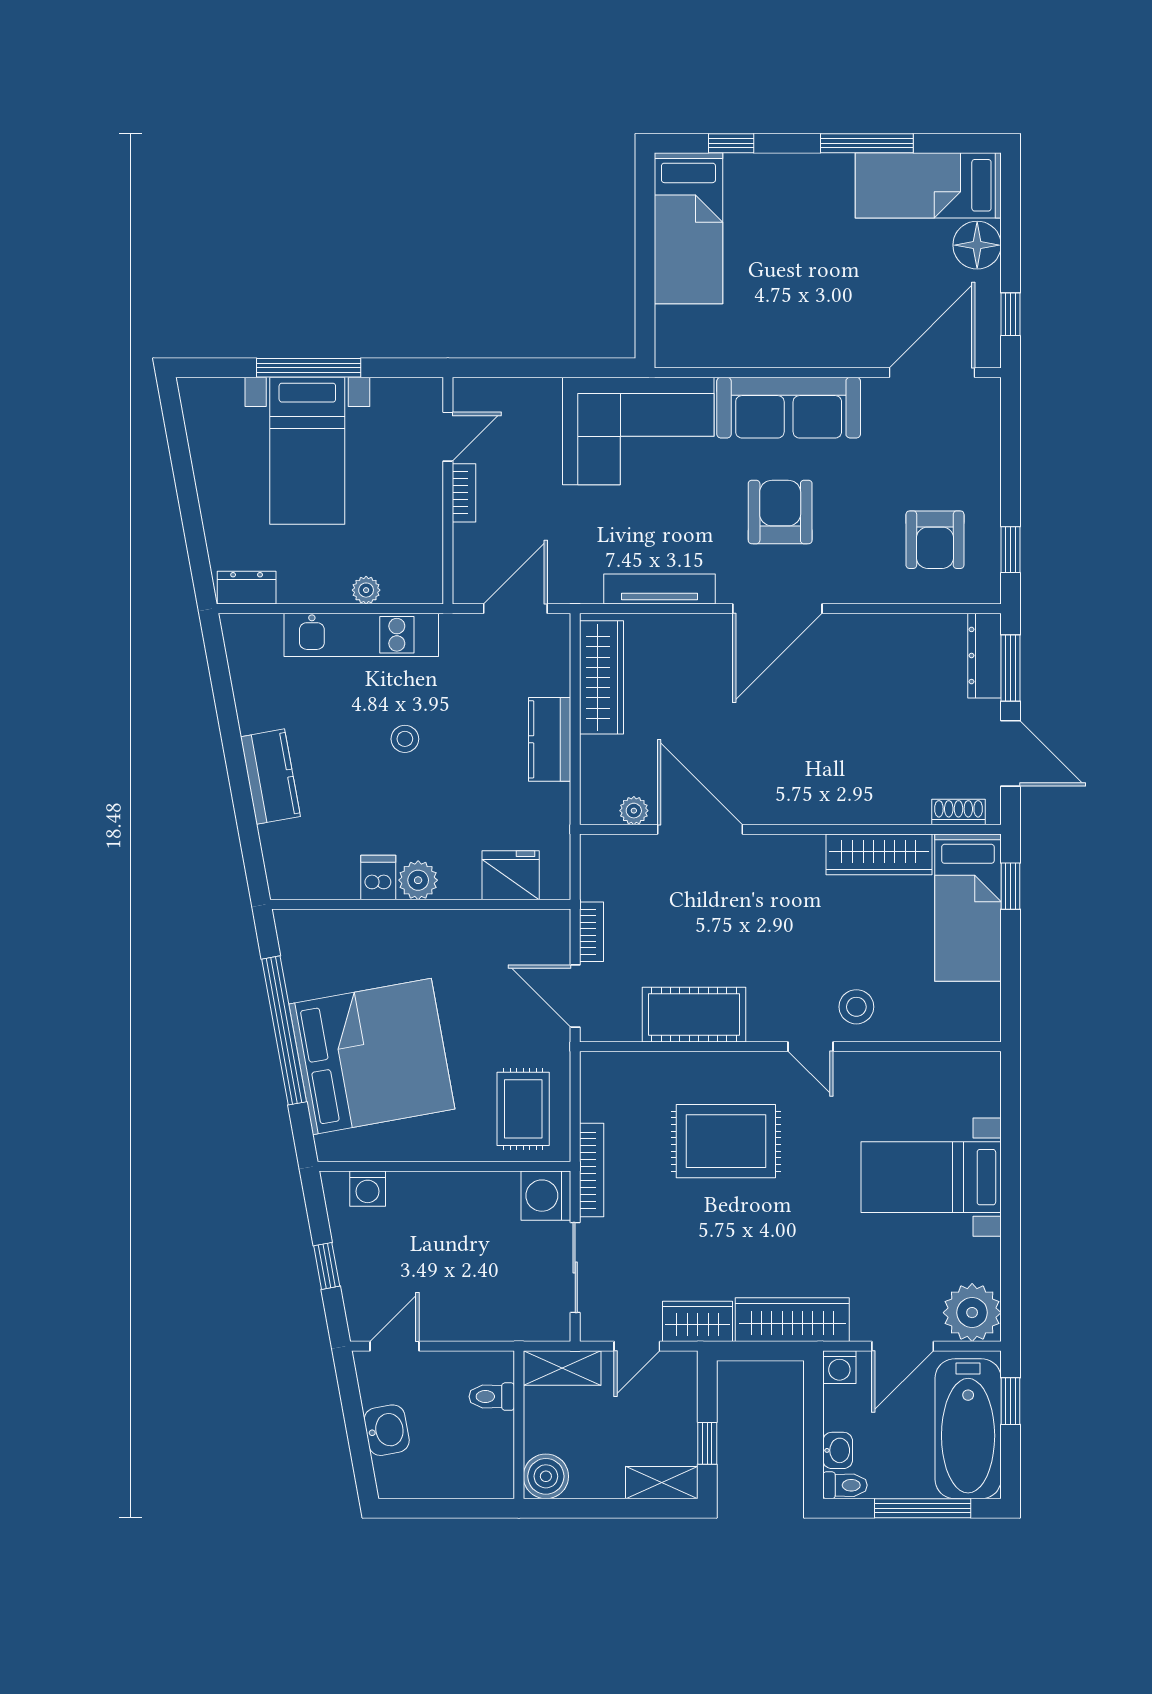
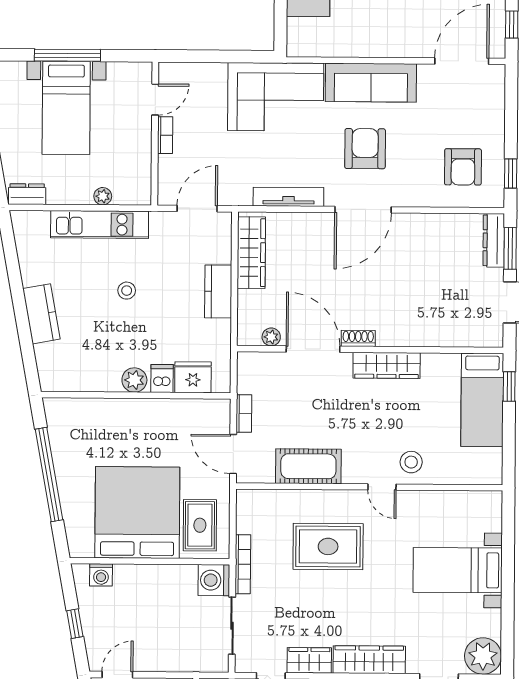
shoe rack: (959, 812) -> (358, 338), moved
wardrobe: (879, 854) -> (387, 365), moved
dishwasher: (378, 877) -> (162, 378), moved
bed: (372, 1056) -> (137, 512), moved, turned -80

